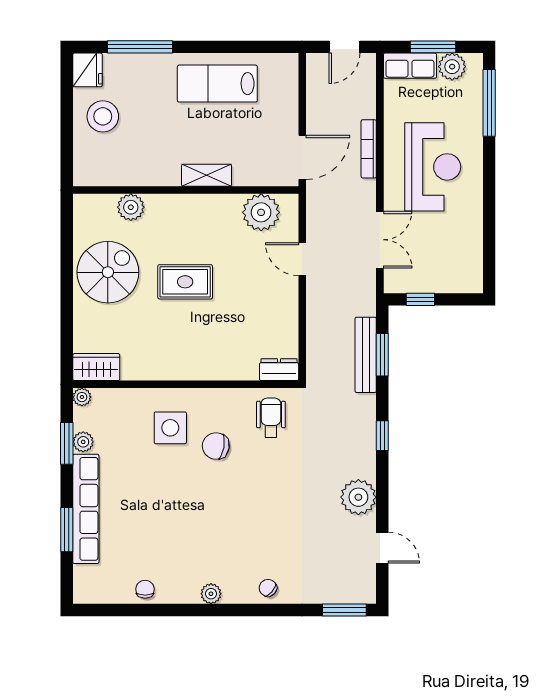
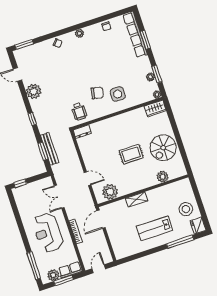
lab bench: (217, 84) -> (154, 228), moved, turned 180
window: (420, 299) -> (20, 183), moved
row of seats: (86, 509) -> (135, 35), moved

